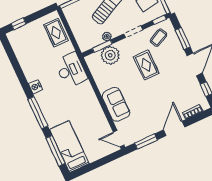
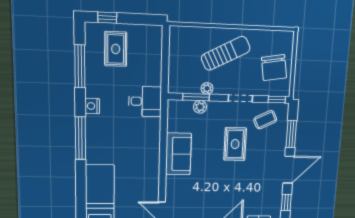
rug: (56, 33) -> (116, 49), moved
plant: (110, 55) -> (200, 107), width x0.53, depth x0.53
desk: (71, 70) -> (145, 101), width x0.73
sofa: (116, 104) -> (178, 154), moved
window: (55, 151) -> (80, 66), moved

